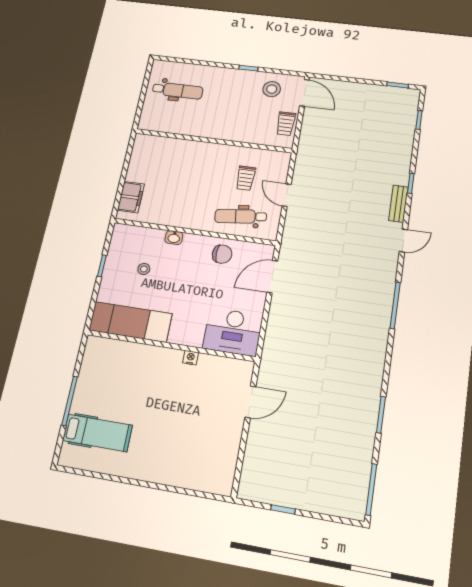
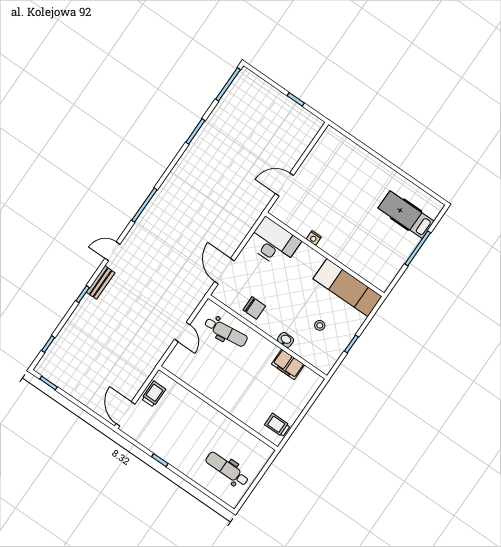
stool: (272, 89) -> (150, 431), removed
trolley: (246, 178) -> (277, 425), moved, turned -90
filing cabinet: (131, 197) -> (288, 364), moved, turned -90
chair: (222, 254) -> (254, 308), turned 180
door: (272, 277) -> (224, 271), swing flipped

